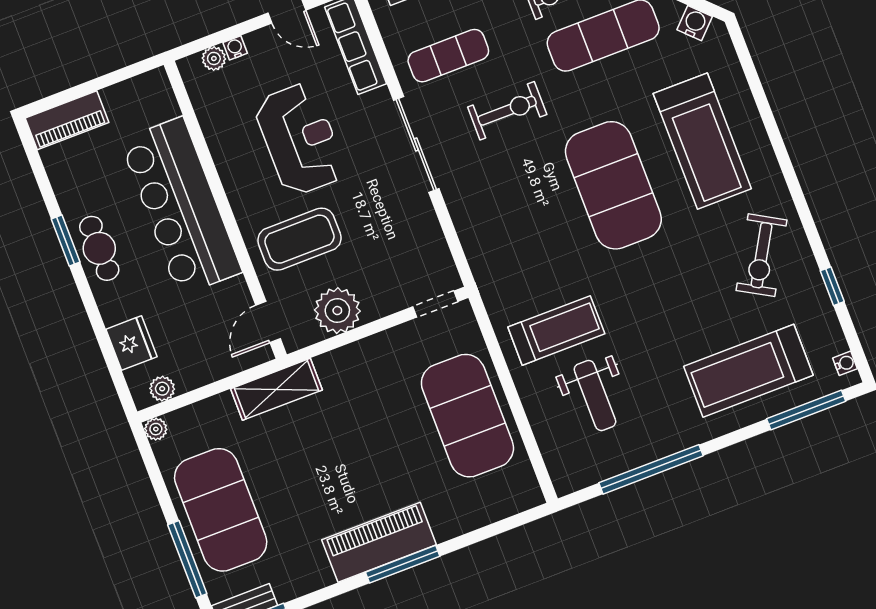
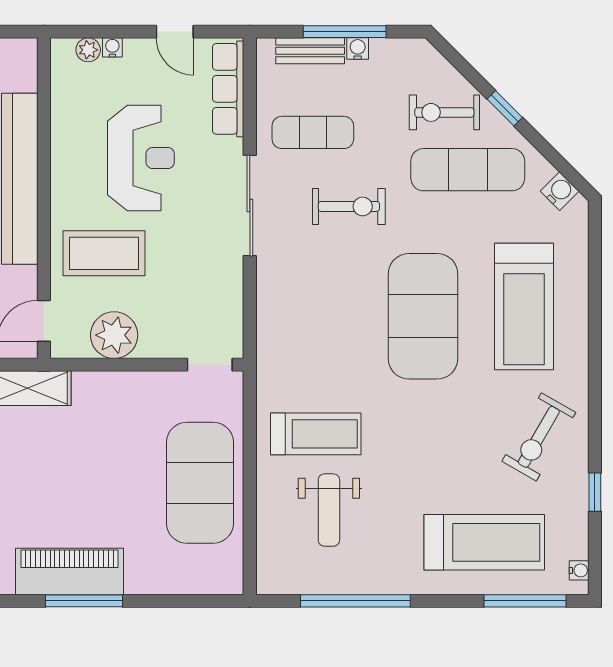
treadmill: (748, 371) -> (484, 542), turned 180

